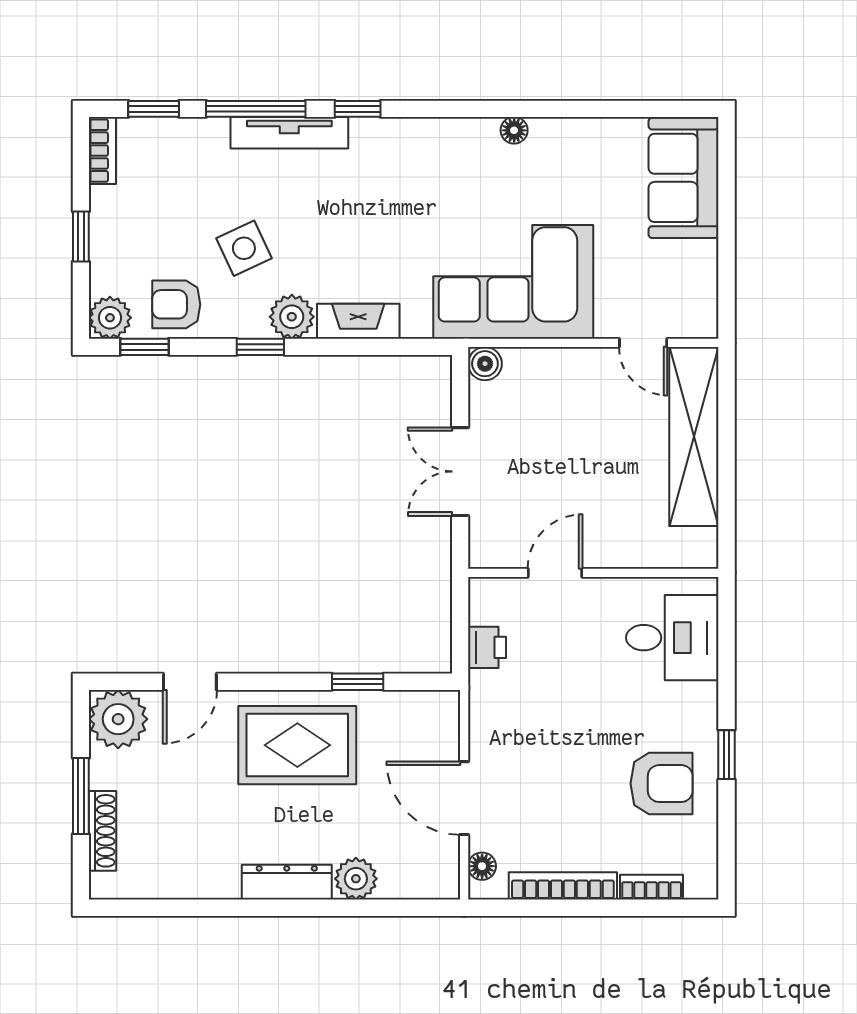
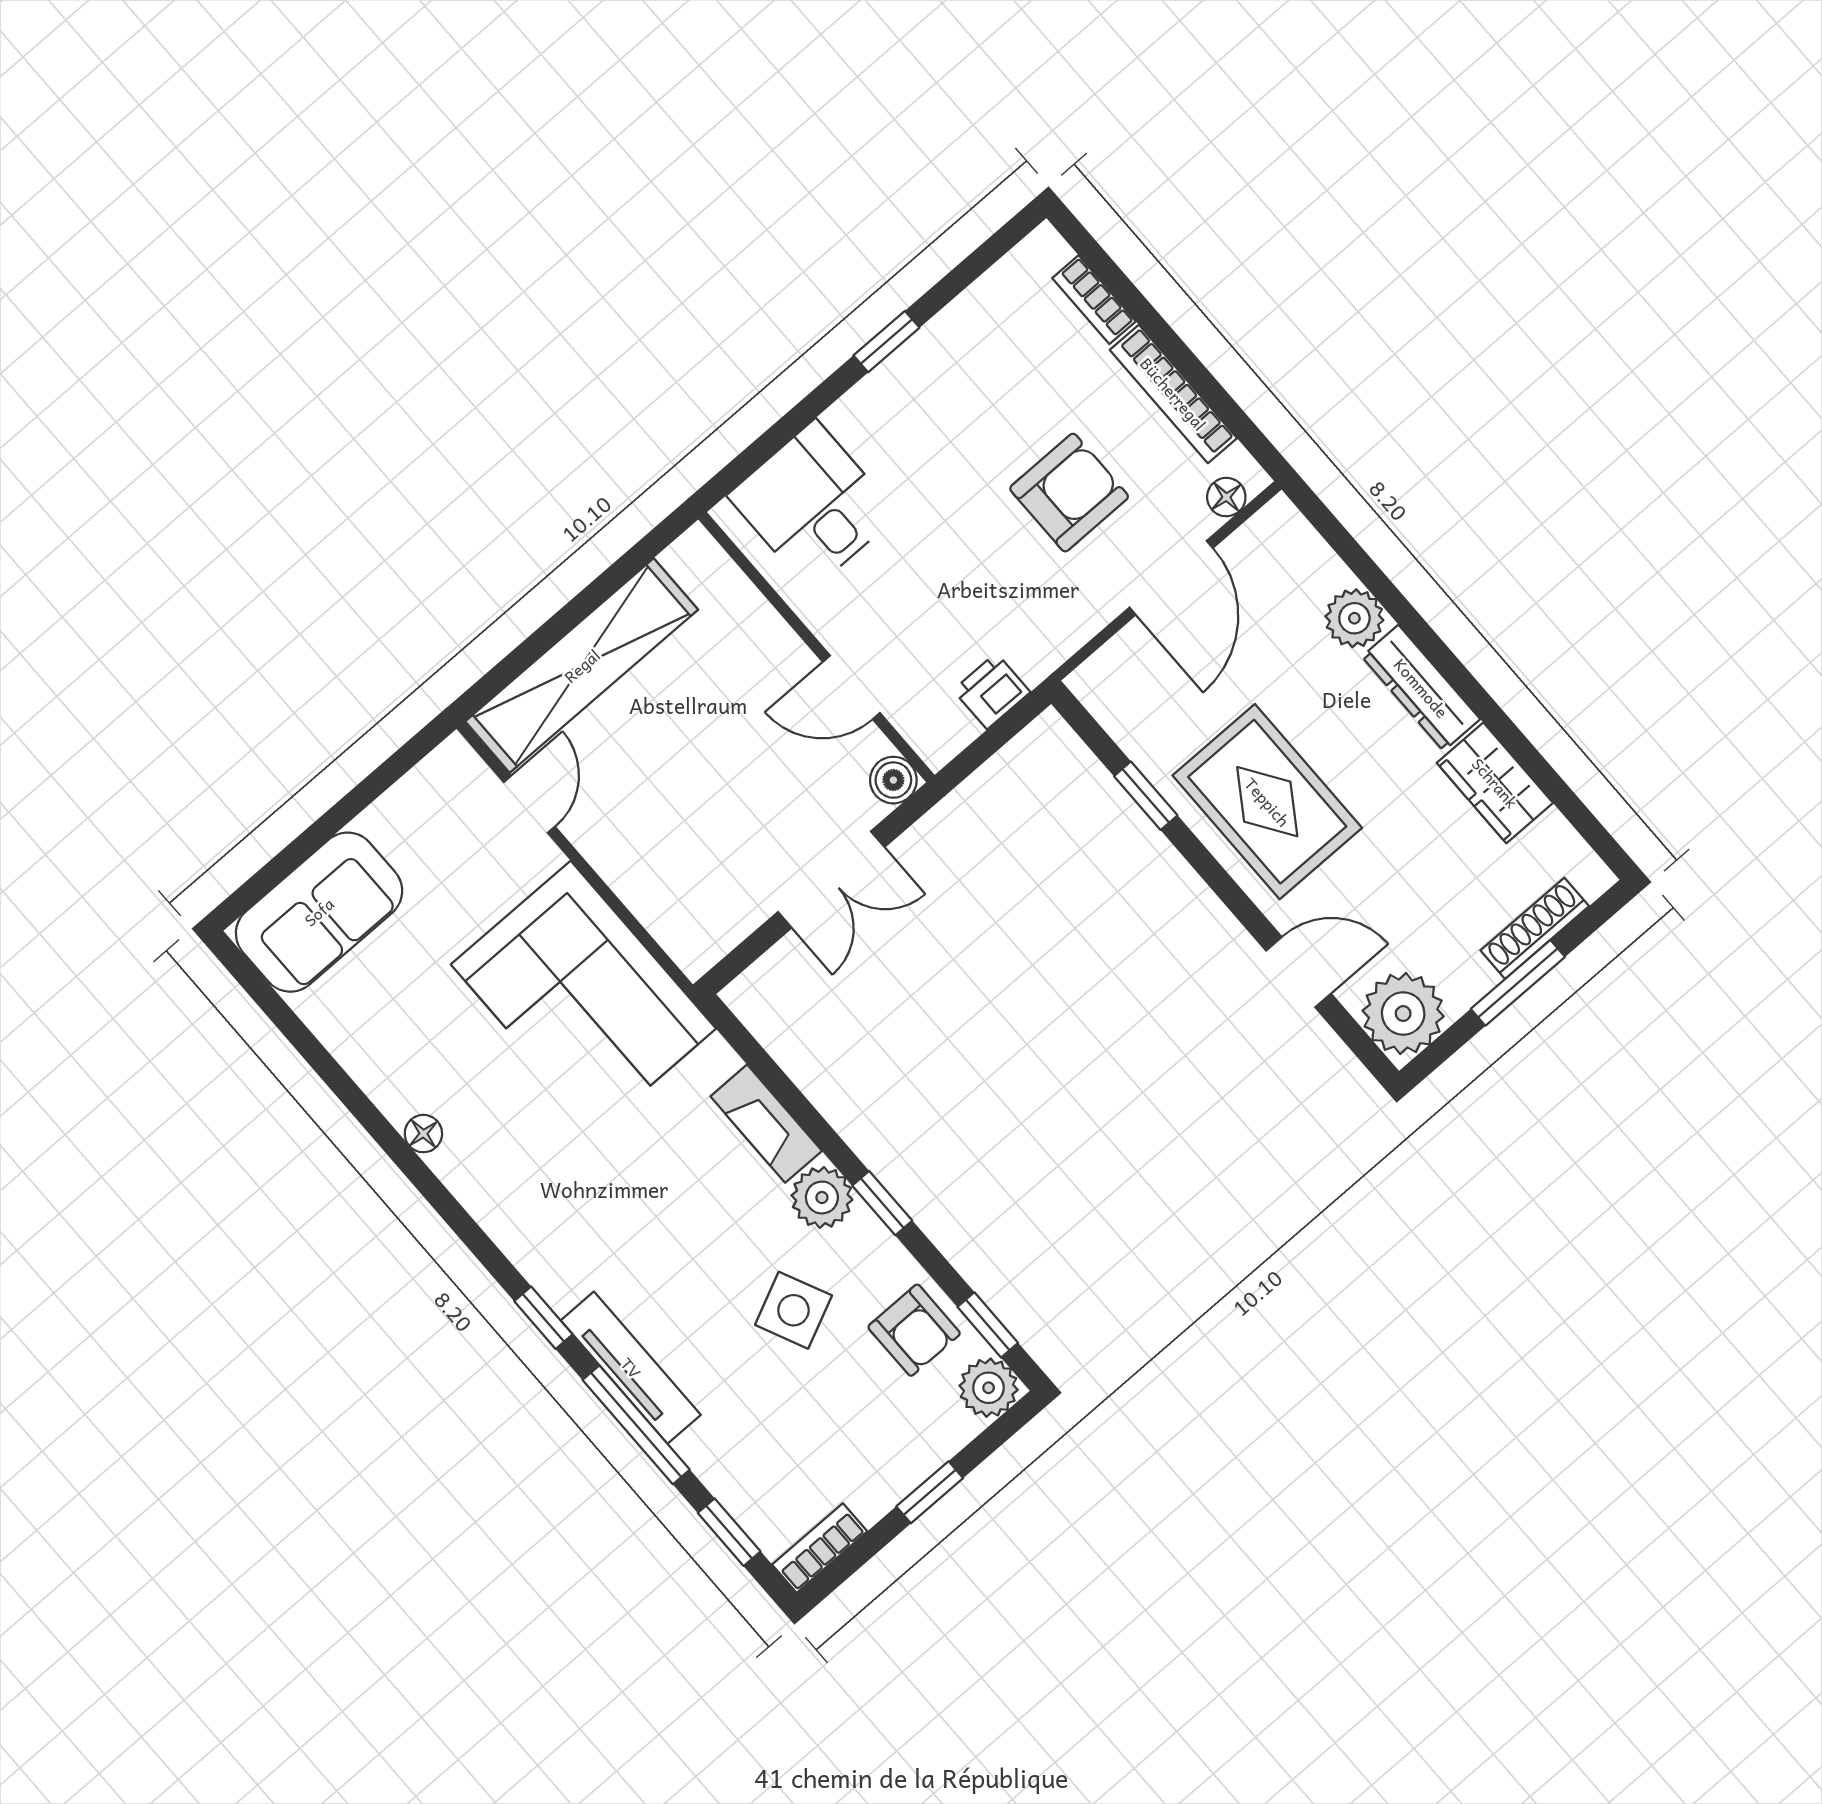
boiler: (485, 364) -> (893, 780), moved
armchair: (662, 784) -> (1069, 493), moved, turned 90
wardrobe: (200, 877) -> (1495, 783), added

